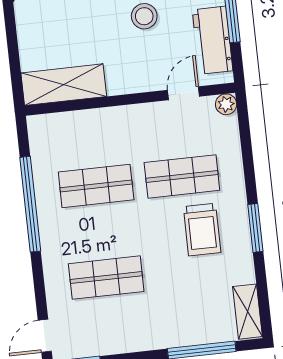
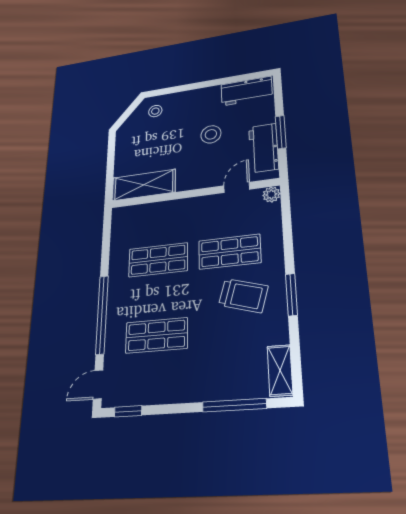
window: (30, 204) -> (102, 314), moved
trolley: (202, 230) -> (243, 296), turned -74

